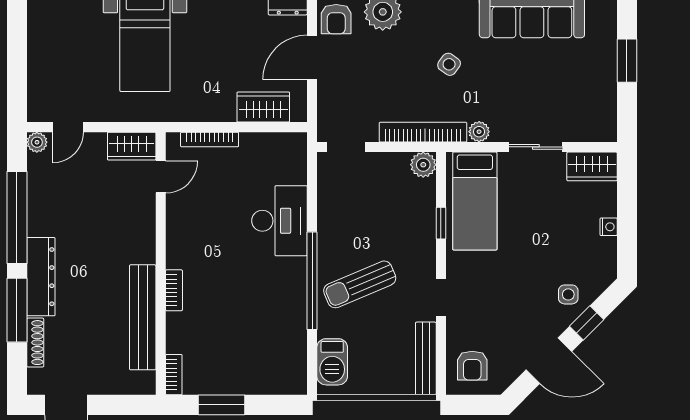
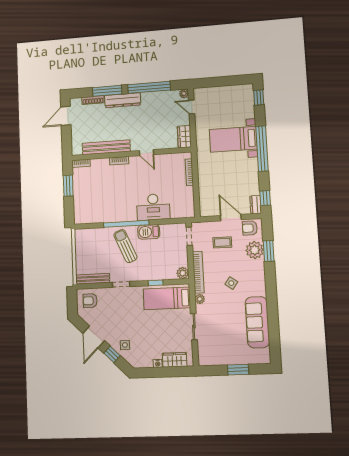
coffee table: (363, 78) -> (222, 242), added
wardrobe: (263, 107) -> (206, 196), removed
wardrobe: (592, 166) -> (175, 360), moved, turned 90
door: (161, 177) -> (146, 153), moved
barbecue: (332, 362) -> (149, 232), moved

